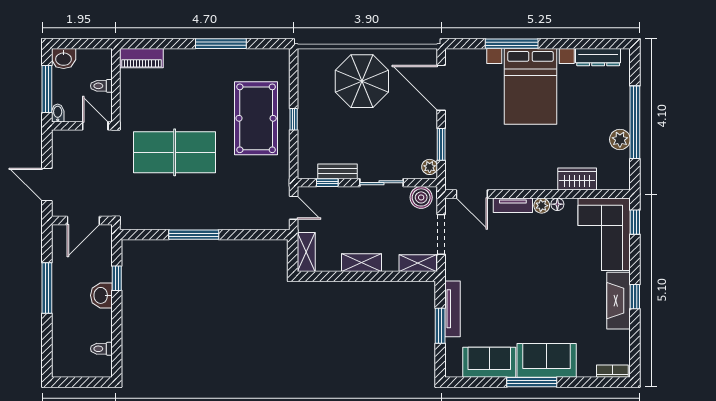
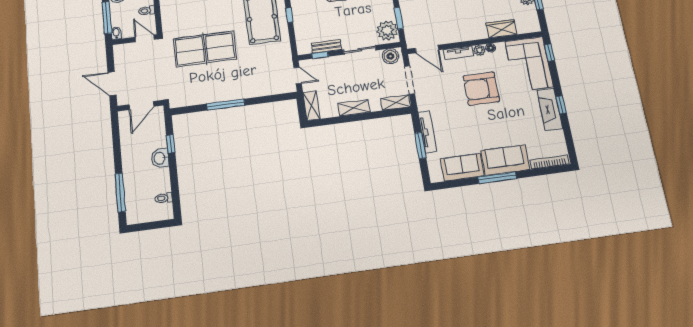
plant: (430, 167) -> (387, 31), width x1.87, depth x1.87
armchair: (534, 260) -> (481, 89), added
window: (47, 288) -> (120, 192), moved
bookcase: (612, 371) -> (550, 162), width x1.56

